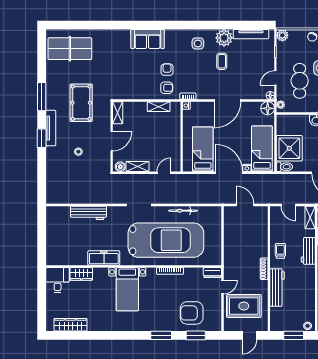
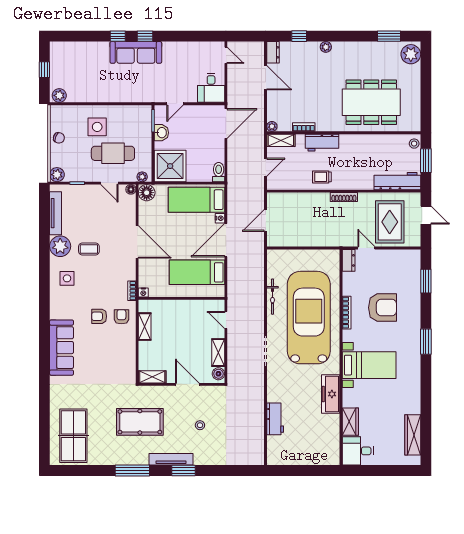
sofa: (148, 39) -> (62, 348), width x1.36
shower: (289, 148) -> (170, 166), moved
workbench: (88, 213) -> (275, 419), width x0.73
workbench: (277, 288) -> (397, 181), moved
armchair: (192, 313) -> (383, 308), moved, turned -90
window: (161, 335) -> (426, 342), moved

